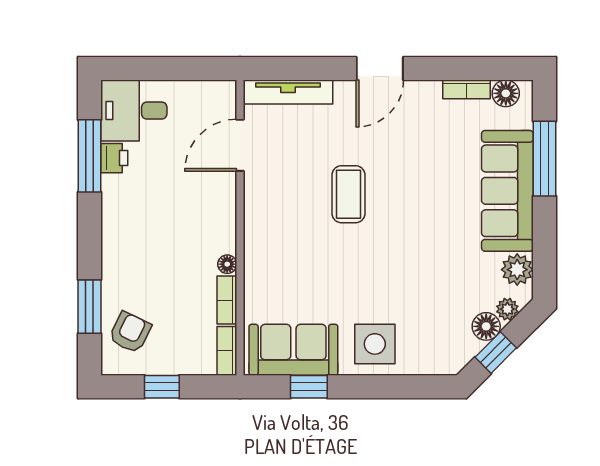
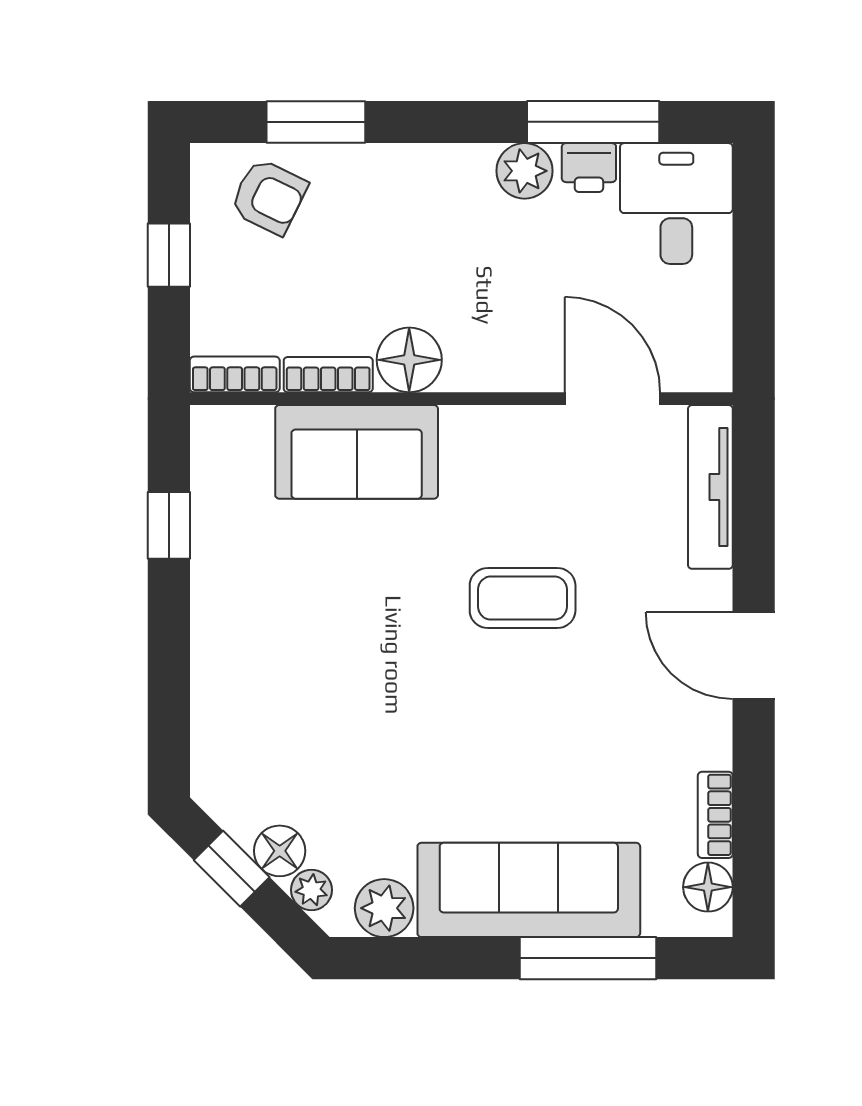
plant: (116, 193) -> (524, 171), added
floor lamp: (227, 264) -> (409, 360), width x1.89, depth x1.89
side table: (375, 344) -> (247, 646), removed
sofa: (293, 350) -> (357, 452), moved, turned 90

